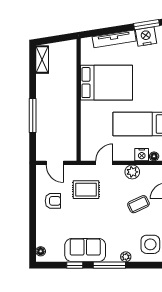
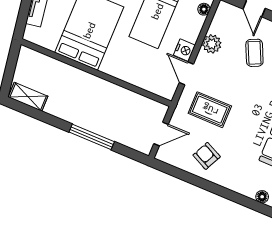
nightstand: (142, 155) -> (184, 50), moved
rug: (86, 190) -> (210, 110), turned 90
armchair: (53, 201) -> (207, 156), turned -64

